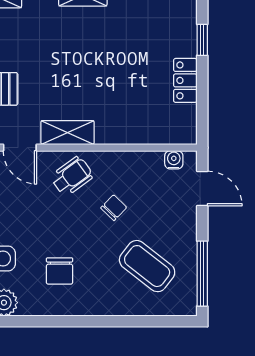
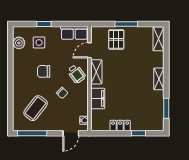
filing cabinet: (126, 129) -> (98, 98), added
chair: (60, 271) -> (44, 71), moved

